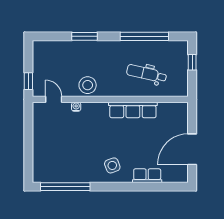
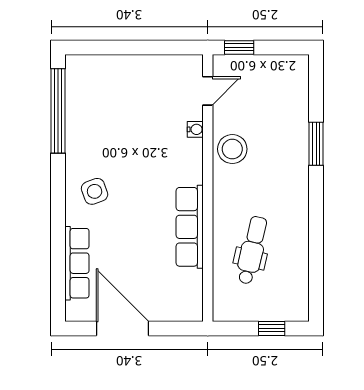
window: (144, 36) -> (316, 246), removed
row of seats: (147, 176) -> (77, 263), width x1.48

